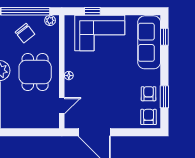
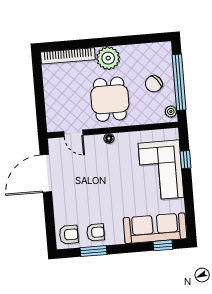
dining table: (35, 72) -> (110, 99), turned 90

